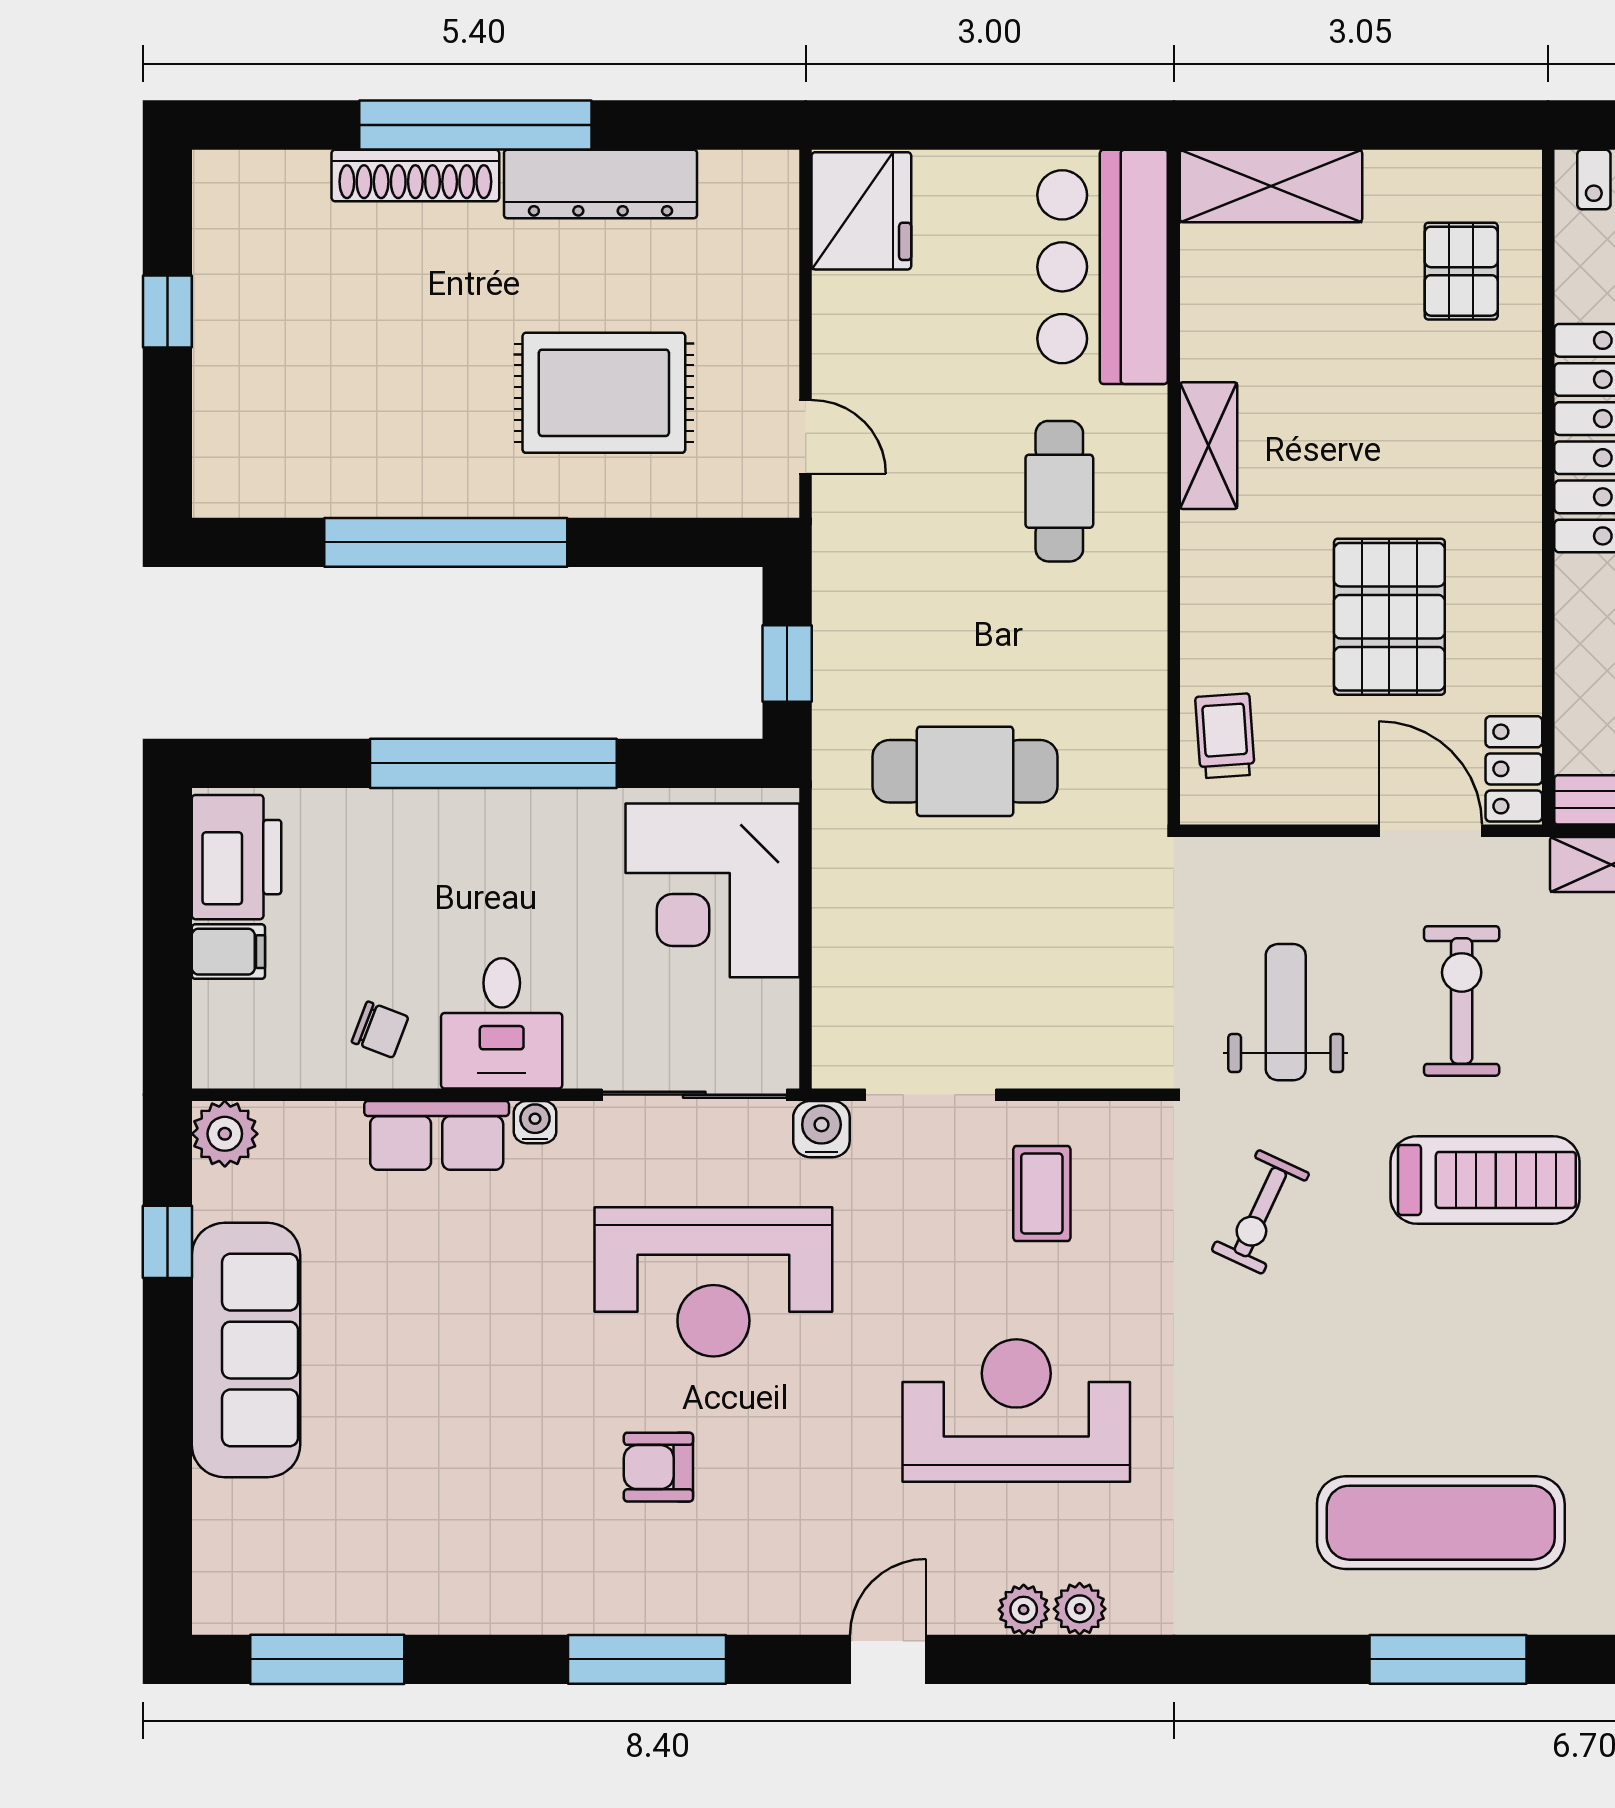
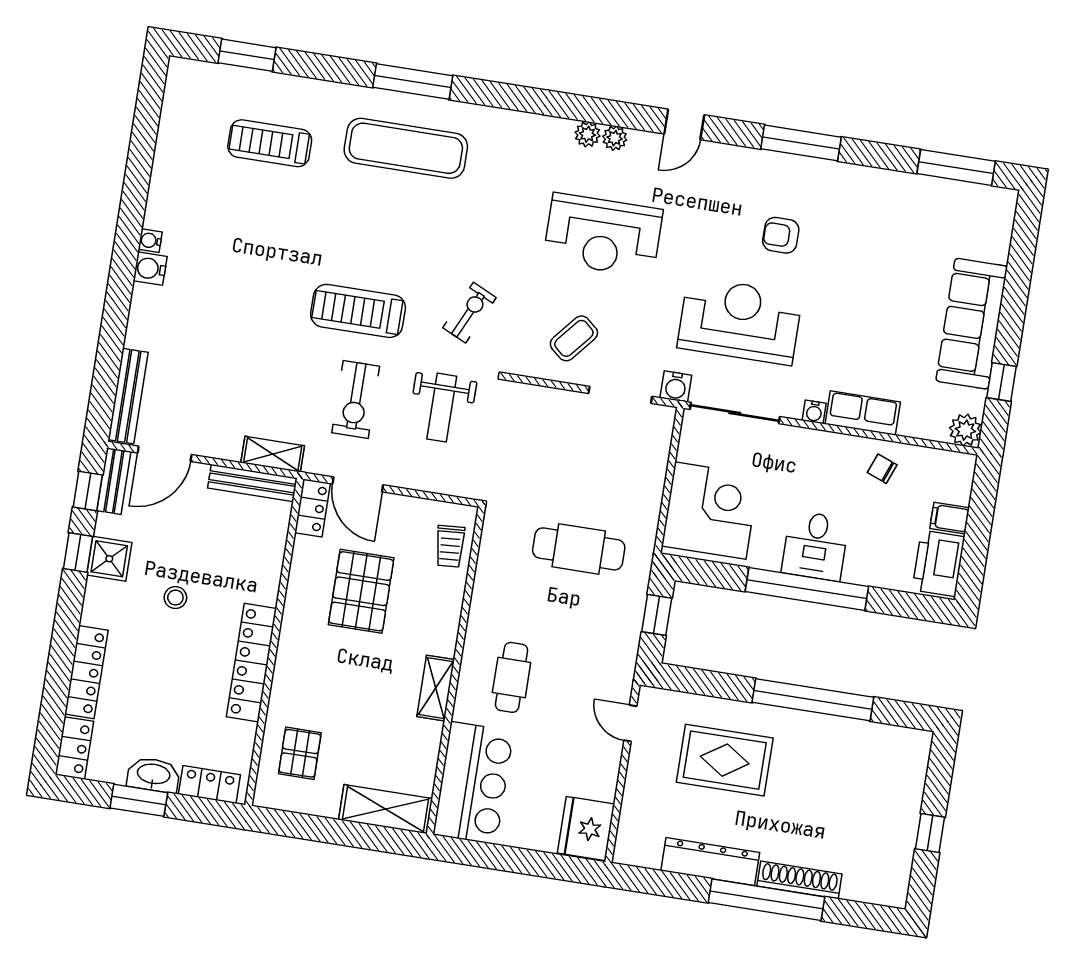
desk: (502, 1023) -> (815, 546), moved, turned 180
coffee table: (1042, 1194) -> (574, 338), turned 40
armchair: (658, 1467) -> (781, 235), turned 180

